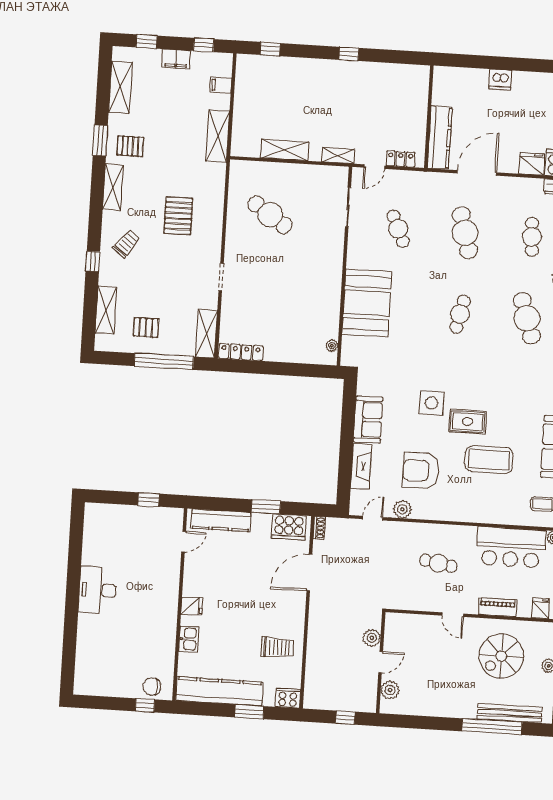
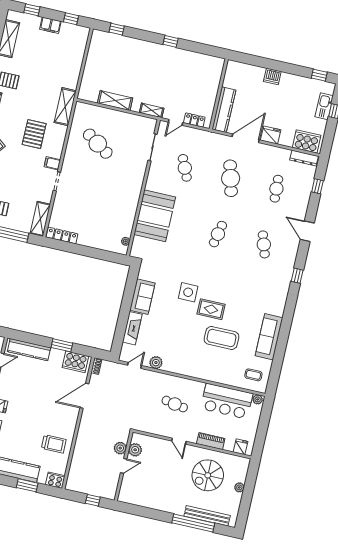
filing cabinet: (221, 85) -> (52, 163), moved
shelving: (218, 136) -> (65, 107), moved
fridge: (532, 164) -> (271, 135), moved
cafe table: (527, 318) -> (264, 244), width x0.73, depth x0.74
armchair: (421, 470) -> (173, 338), removed
plant: (390, 690) -> (135, 450), moved

